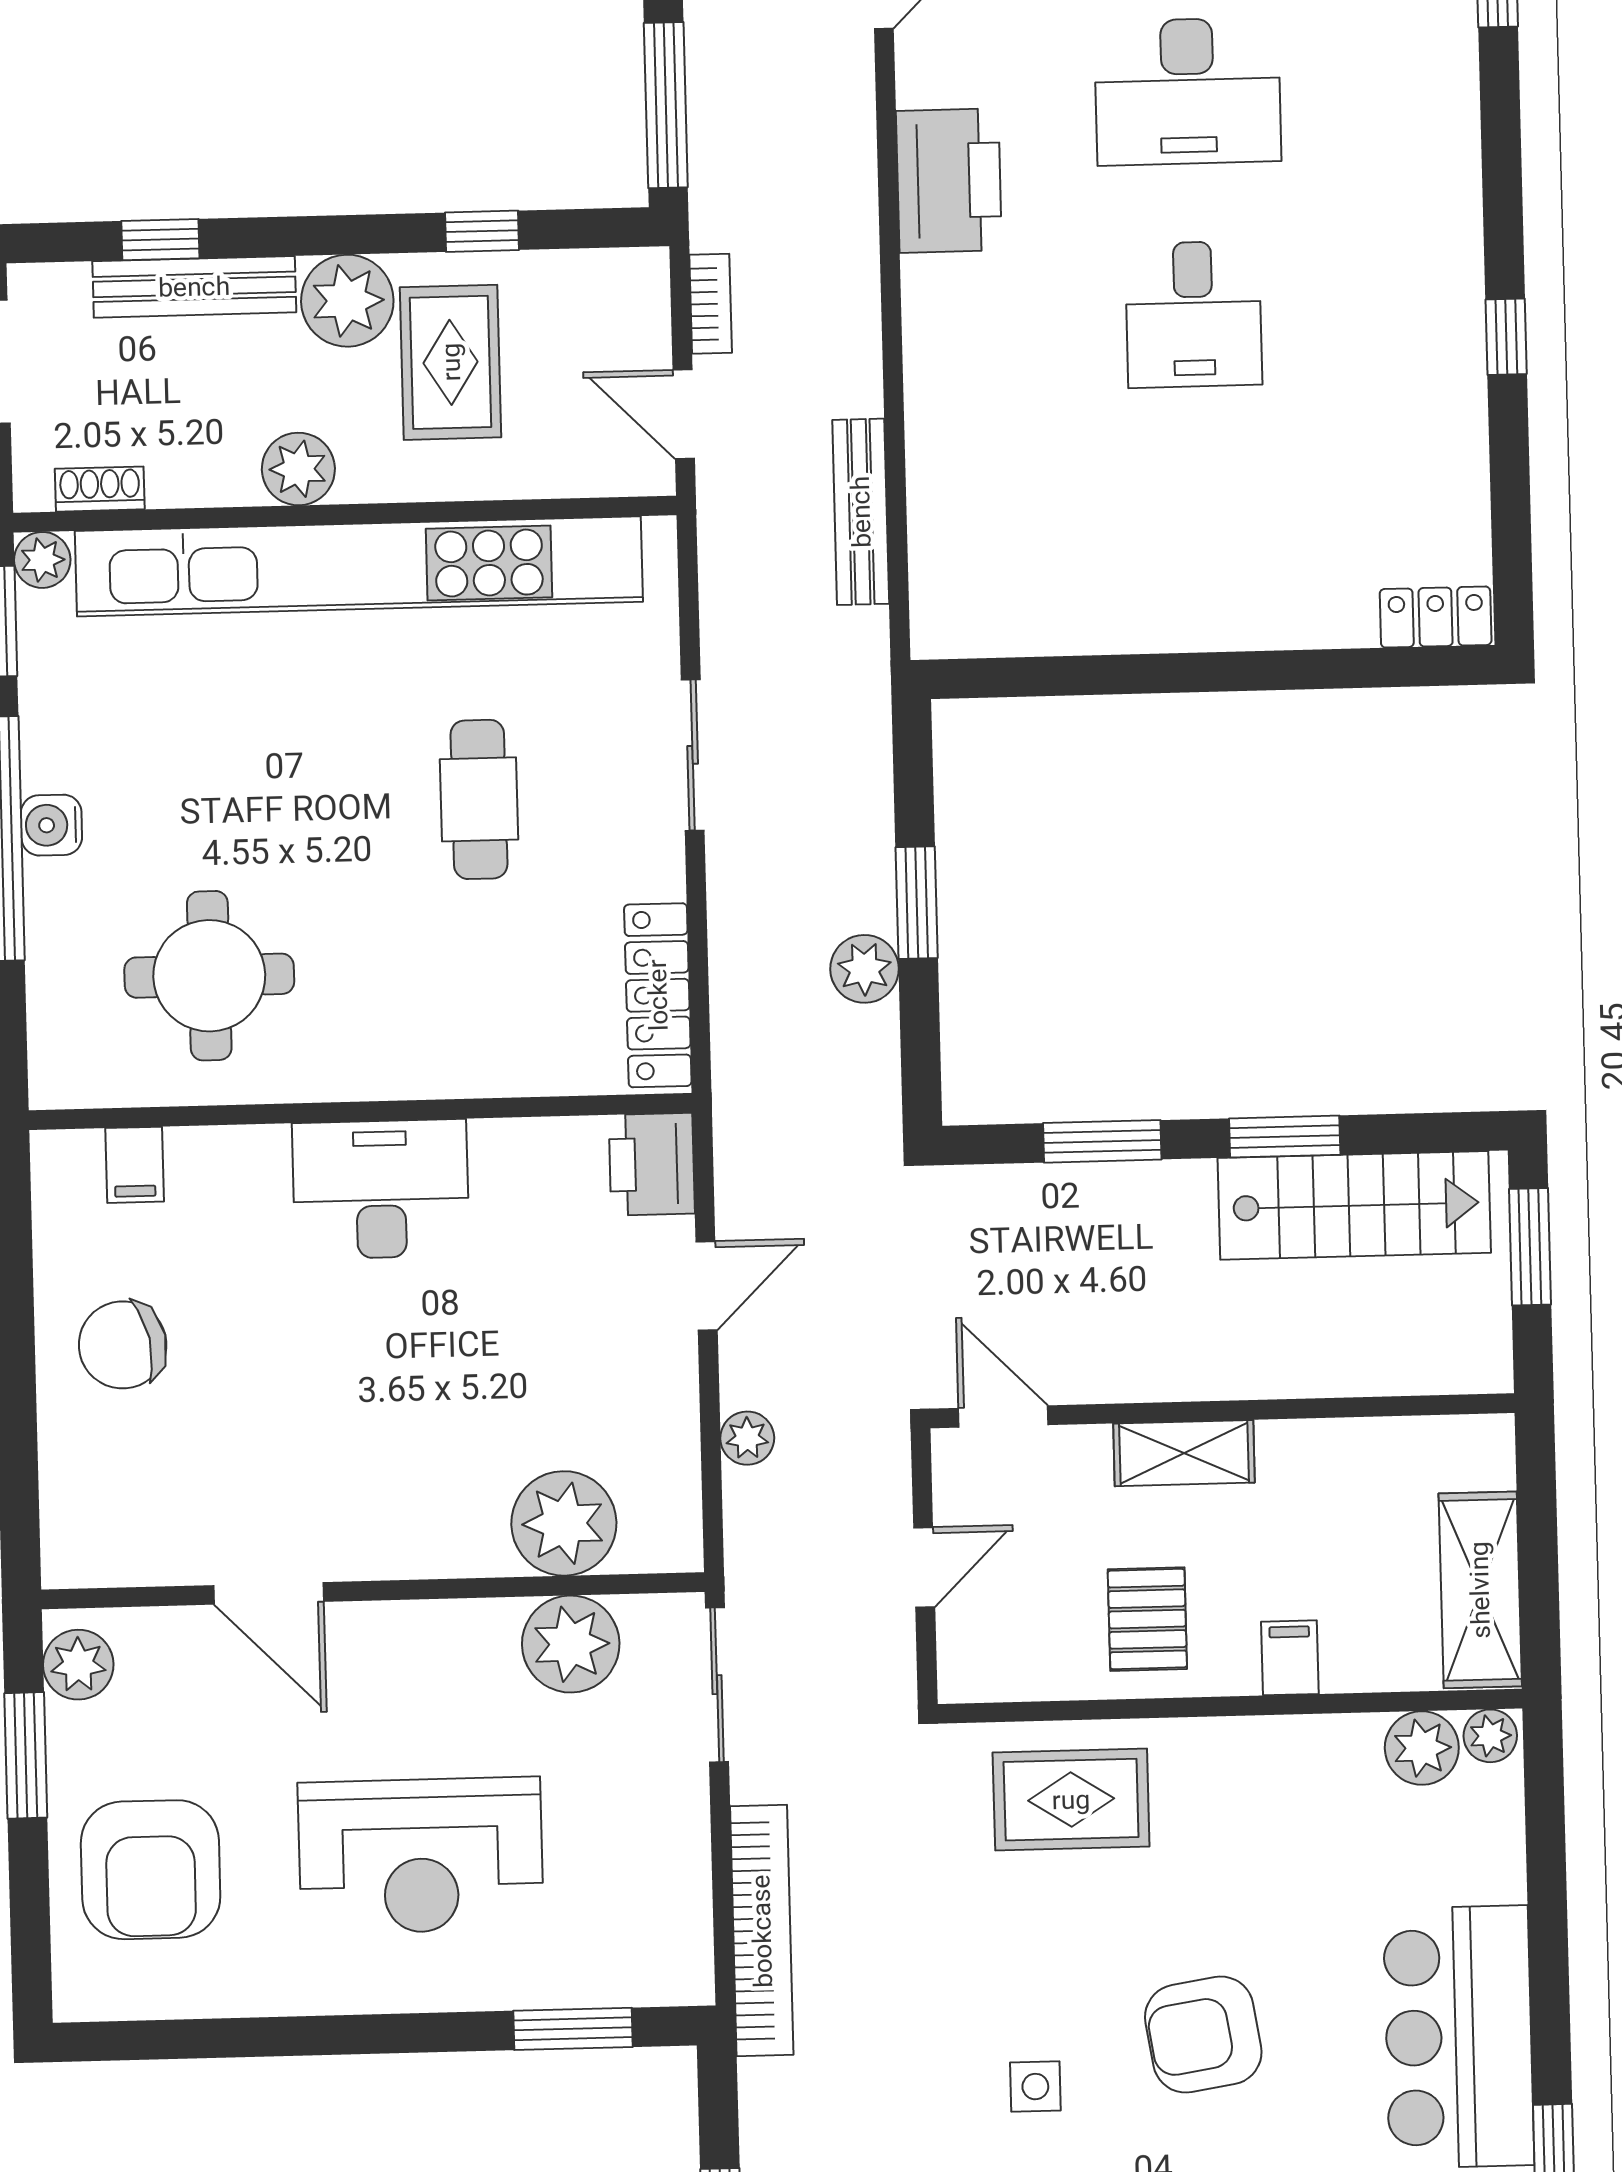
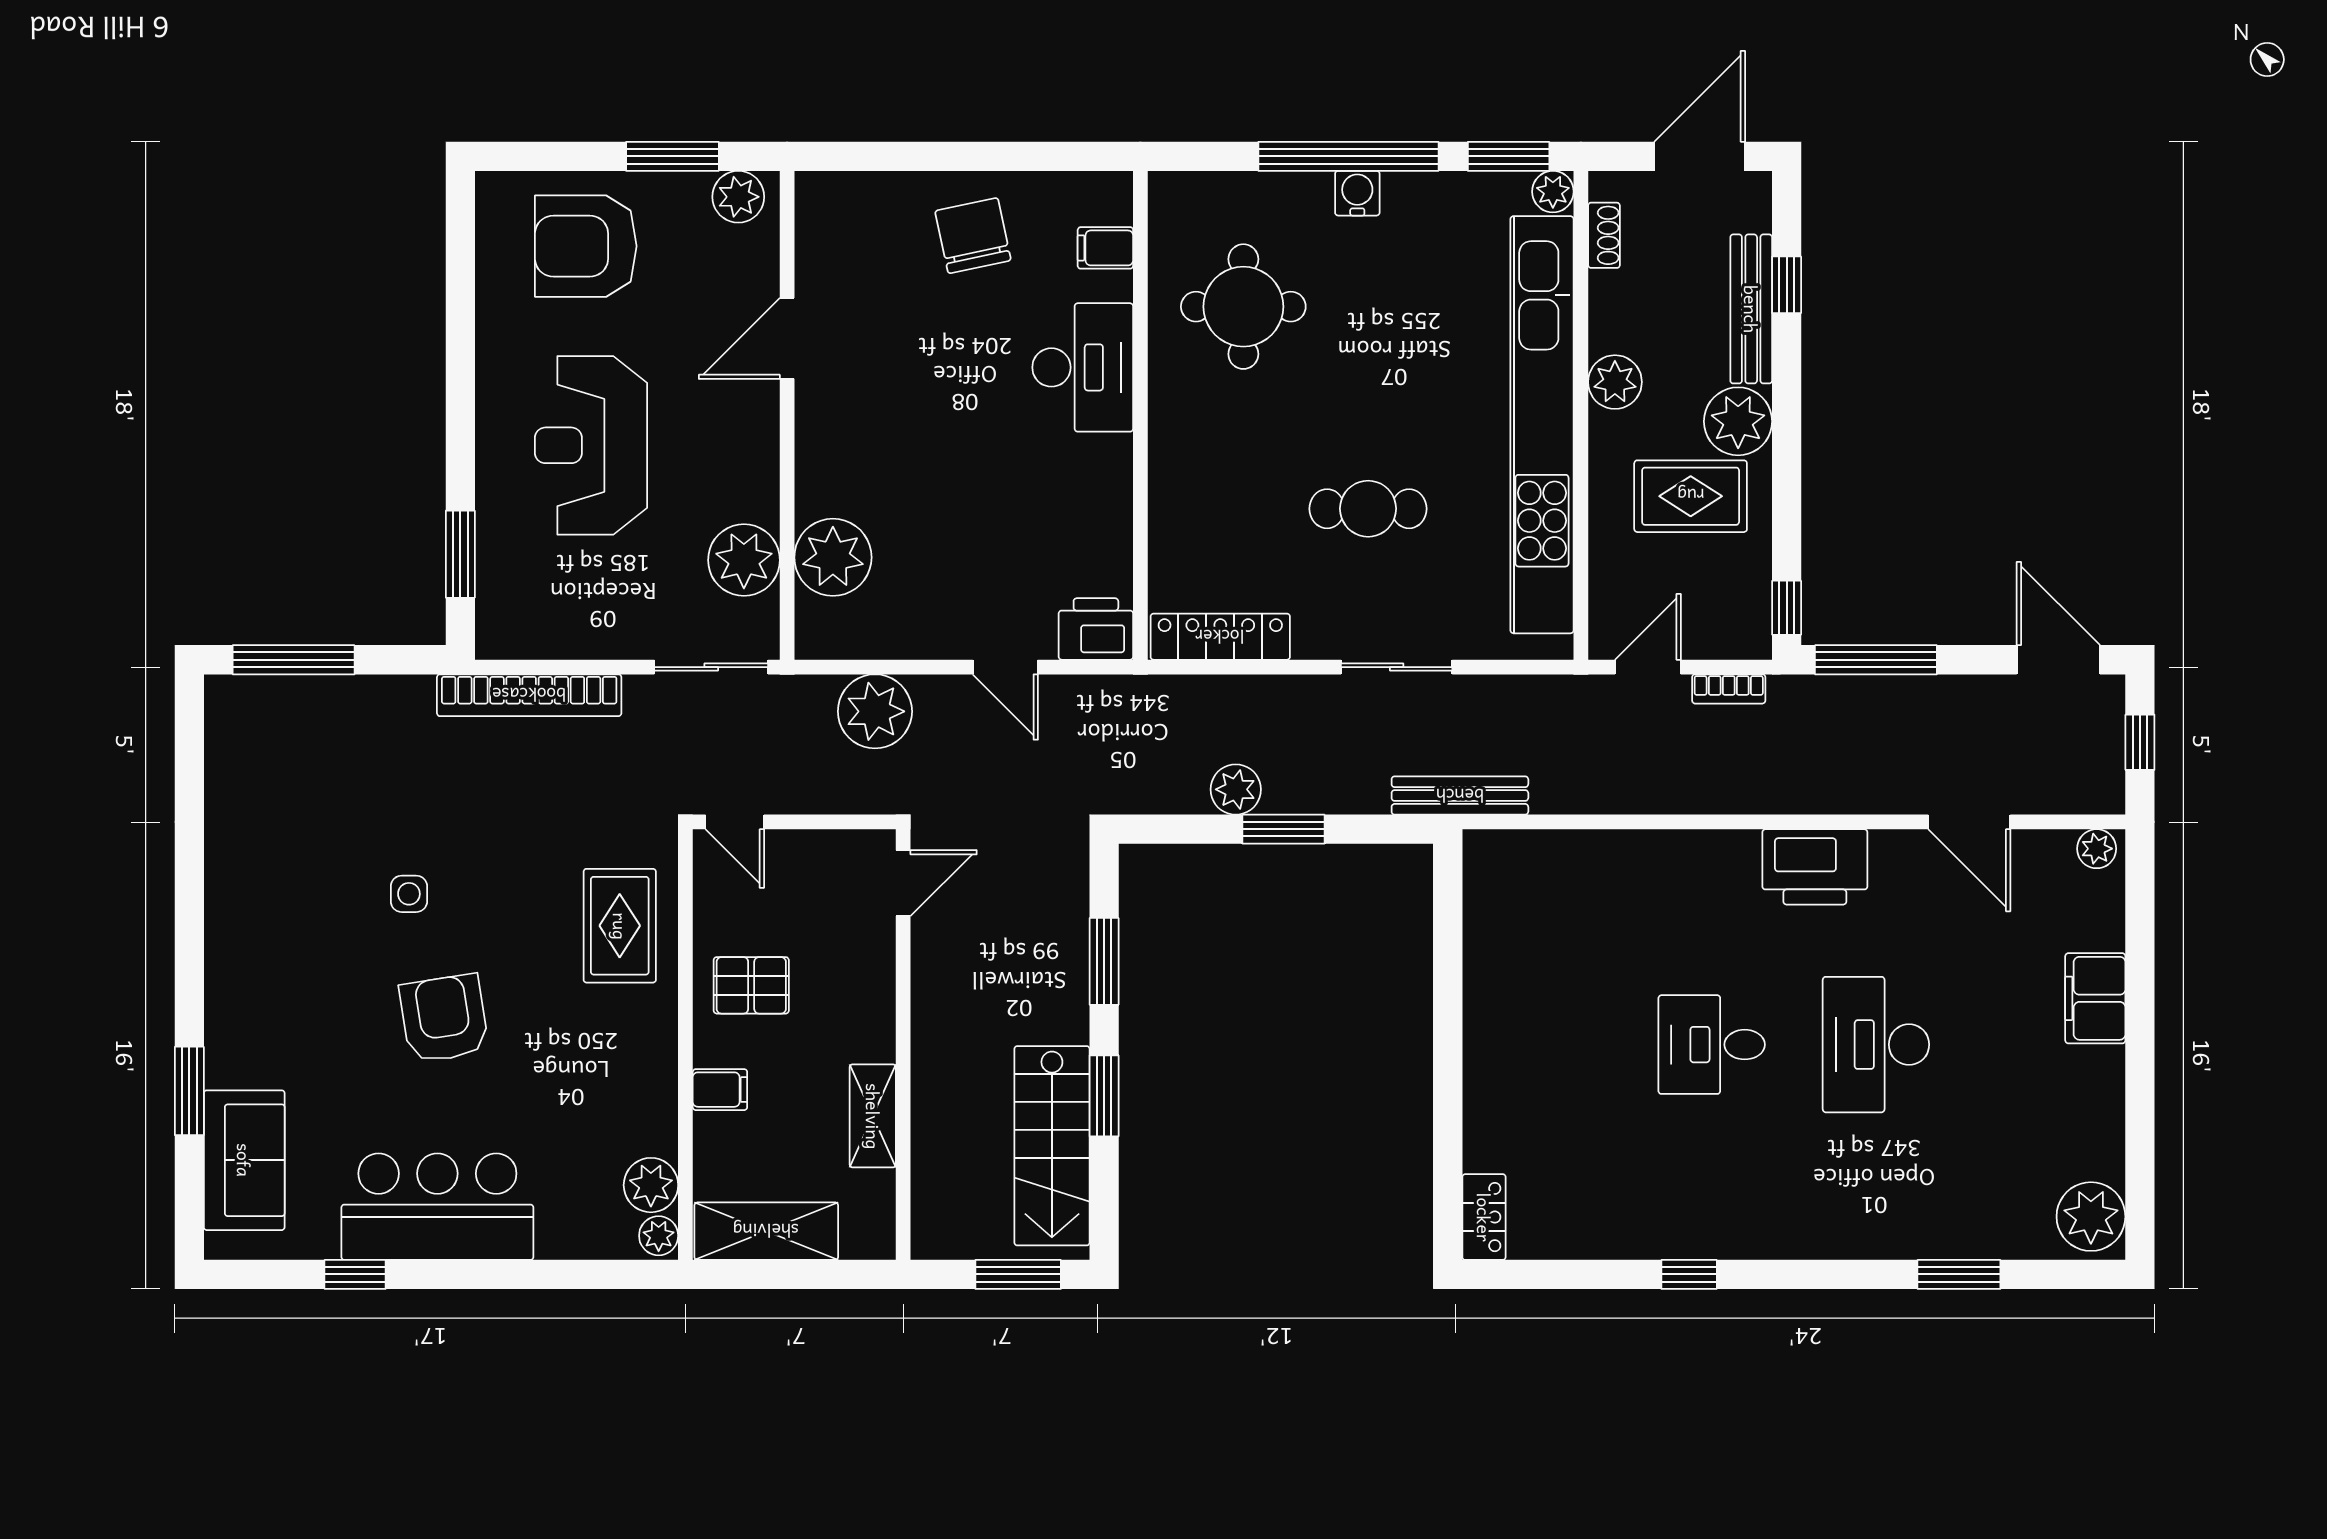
window: (482, 231) -> (1787, 608), moved
bench: (861, 512) -> (1460, 796), moved
desk: (381, 1189) -> (1083, 367), moved
plant: (747, 1438) -> (875, 711), width x1.87, depth x1.87
shelving: (1184, 1453) -> (873, 1116), moved
door: (924, 1567) -> (735, 822), moved

